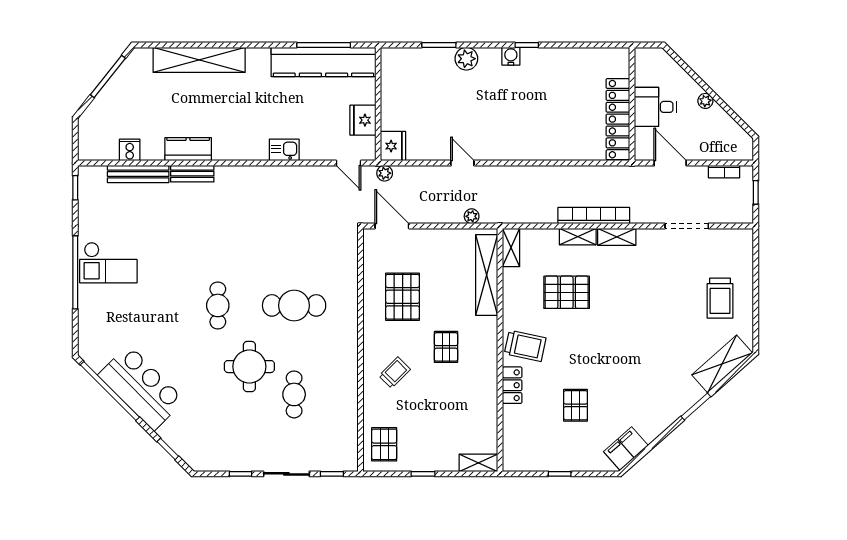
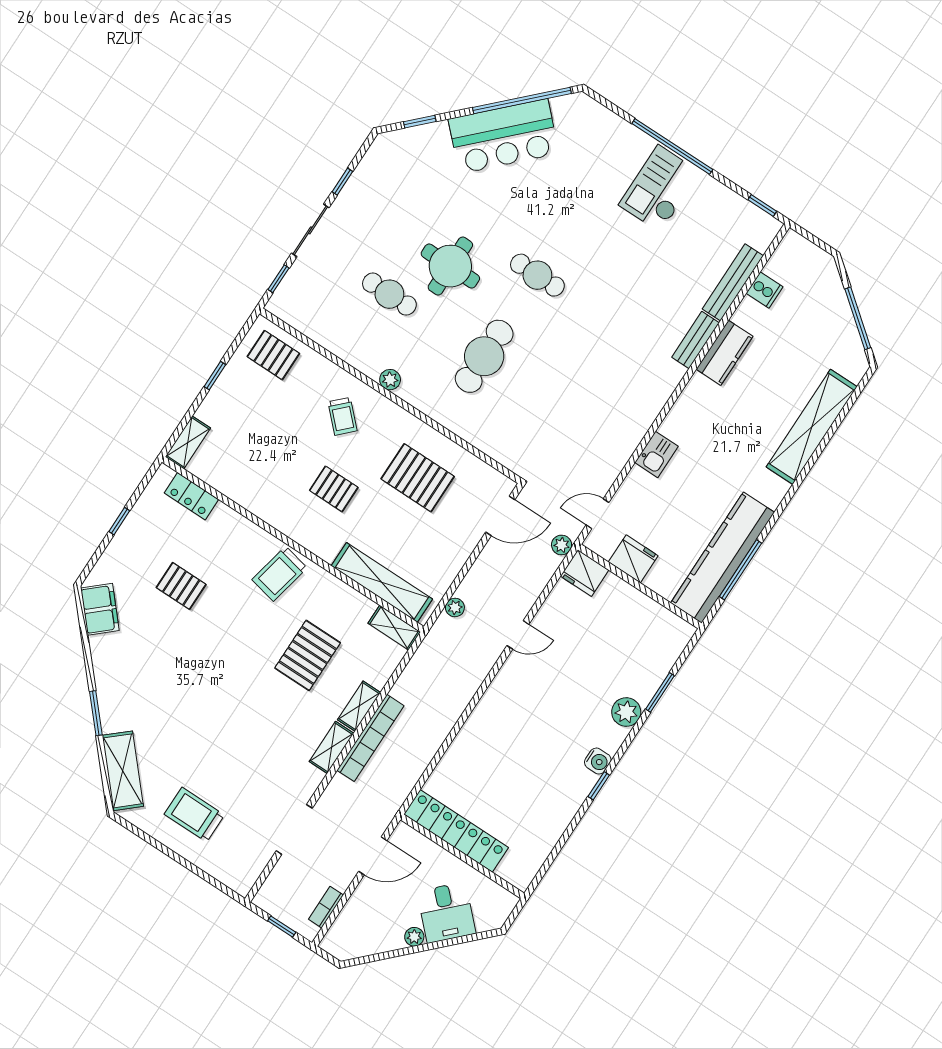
desk: (655, 107) -> (446, 912), moved, turned 135
plant: (350, 357) -> (390, 380), added
locker: (512, 385) -> (191, 496), moved

